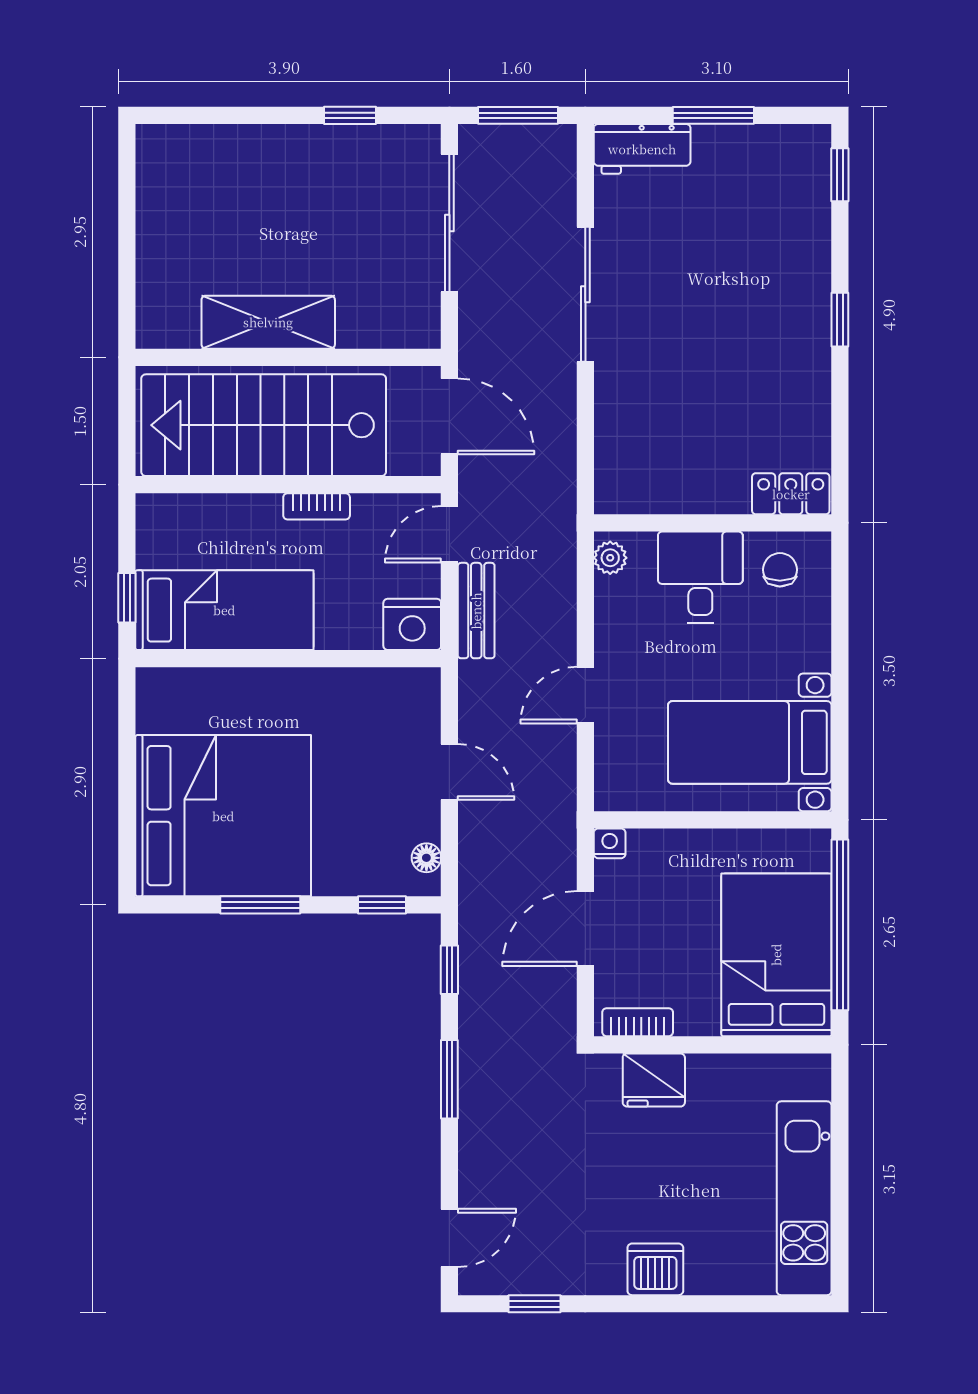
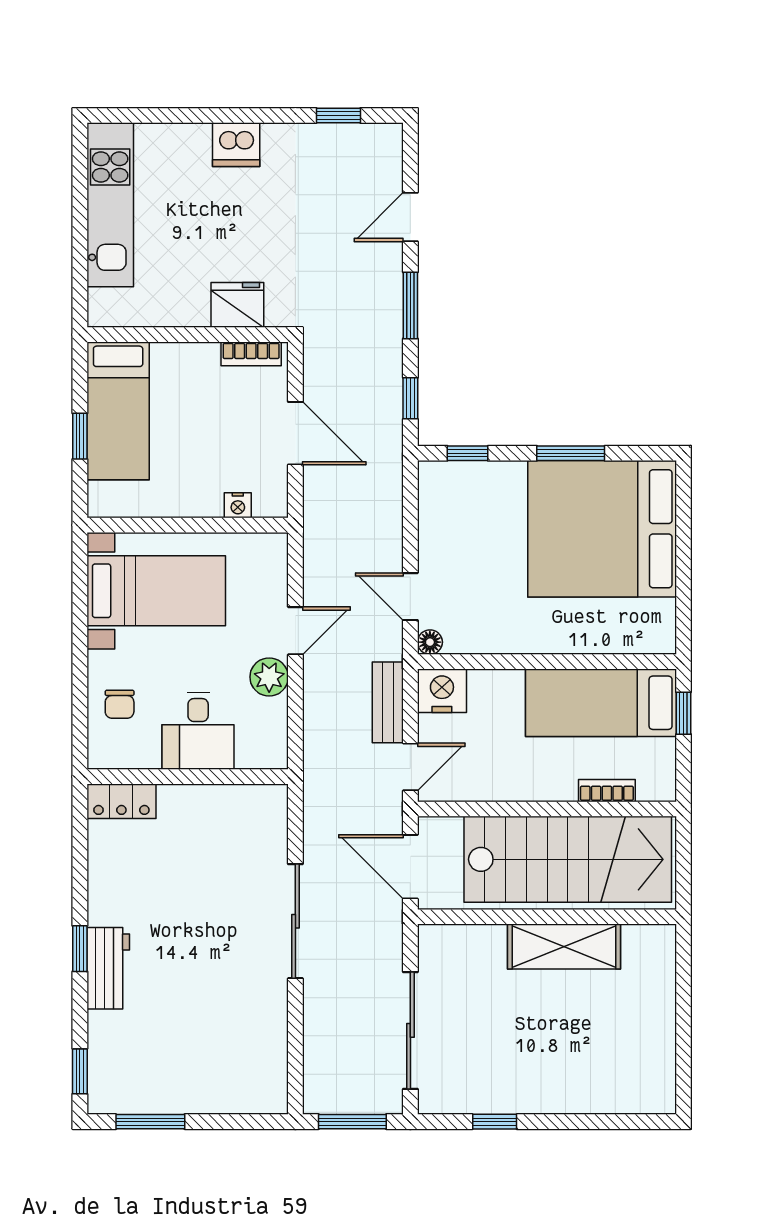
window: (713, 115) -> (150, 1122), moved
workbench: (642, 149) -> (108, 968), moved, turned 90
sliding door: (585, 294) -> (295, 921), moved
bookcase: (317, 506) -> (607, 791), moved
plant: (610, 558) -> (269, 677), moved, width x1.38, depth x1.38
chair: (780, 570) -> (120, 704), moved
door: (449, 772) -> (410, 597), moved
nightstand: (610, 843) -> (238, 505), moved
floor lamp: (426, 858) -> (430, 642), moved
window: (840, 925) -> (80, 436), width x0.32
door: (585, 928) -> (295, 433), hinge flipped
bed: (776, 955) -> (118, 411), width x0.67
door: (449, 1238) -> (410, 217), moved

